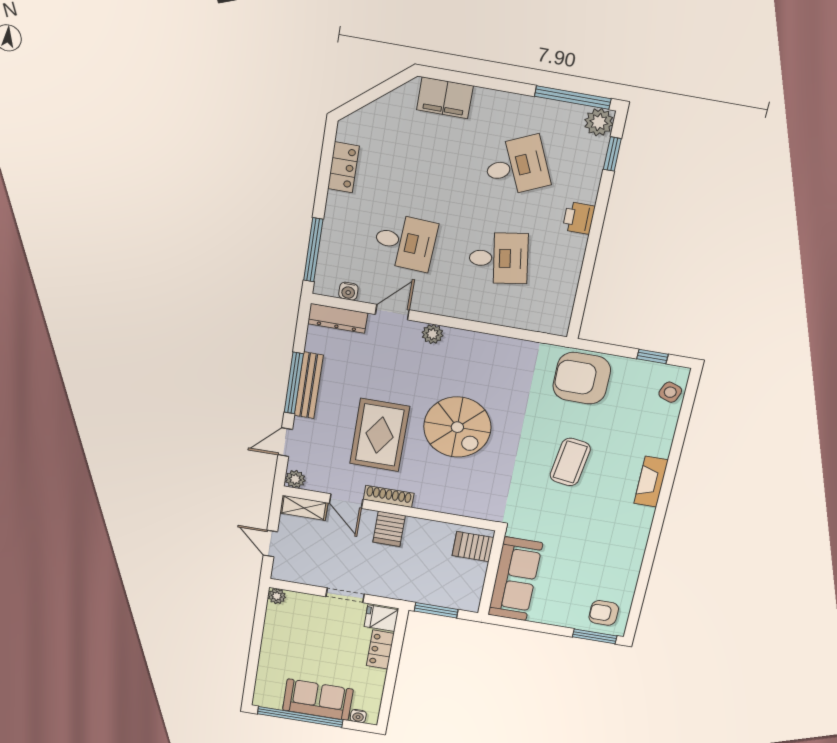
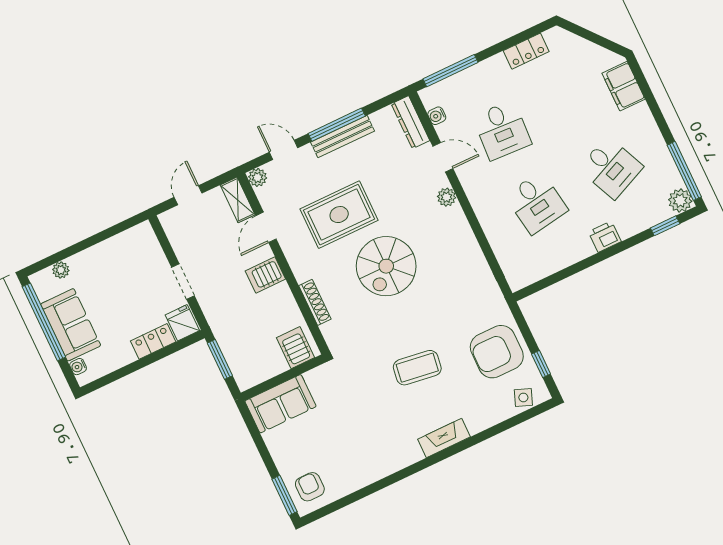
armchair: (582, 378) -> (497, 352), moved, turned -90
shoe rack: (389, 496) -> (315, 302), moved
sofa: (515, 579) -> (280, 404), width x0.73
plant: (277, 596) -> (61, 270), moved

